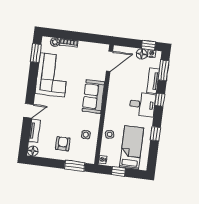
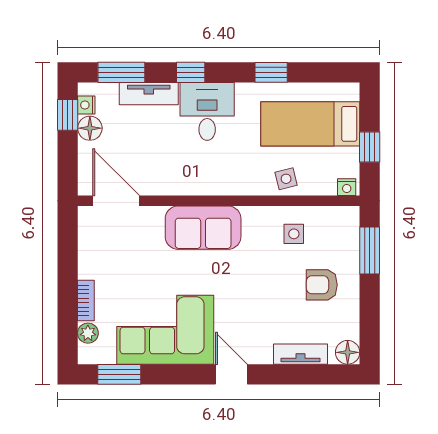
door: (28, 111) -> (231, 374), moved

